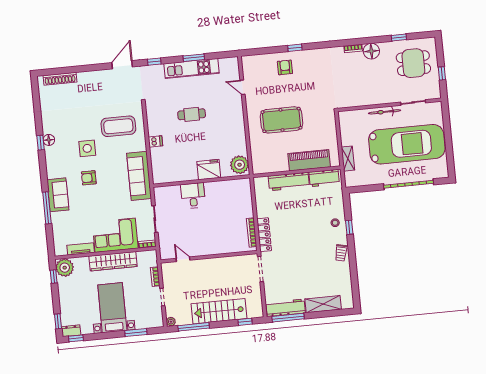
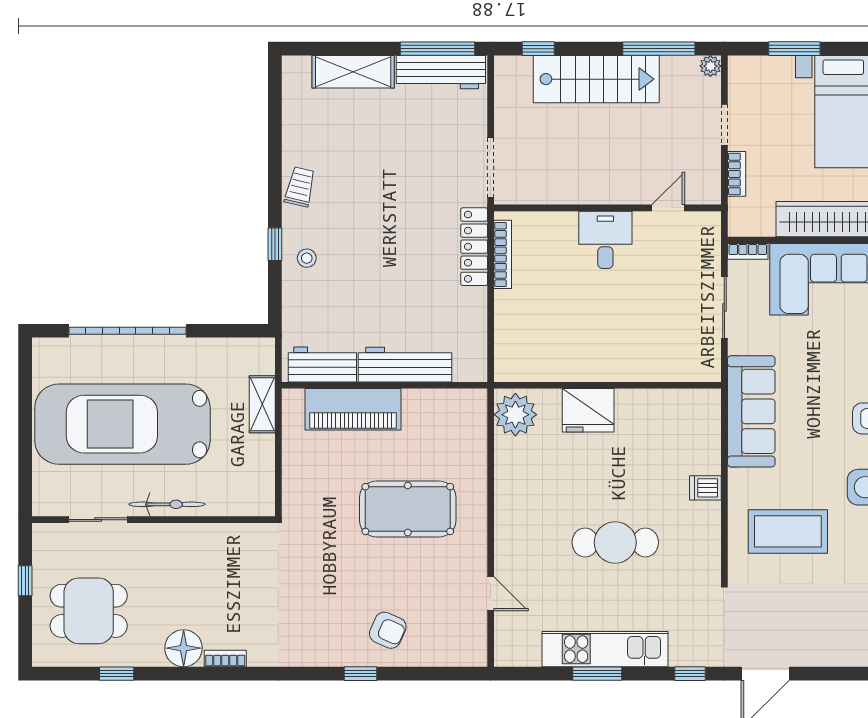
armchair: (285, 67) -> (388, 630), turned -66
cafe table: (192, 114) -> (615, 542), width x1.37, depth x1.35
desk: (193, 196) -> (605, 240), moved, turned 180
door: (183, 259) -> (668, 208), swing flipped

